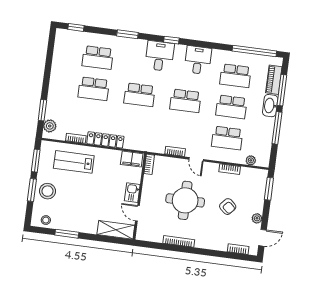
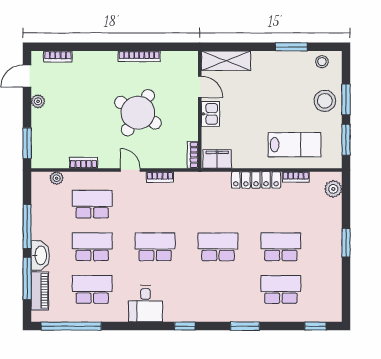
desk: (159, 56) -> (198, 303), removed
window: (42, 110) -> (346, 243), moved
round table: (185, 200) -> (138, 113), turned 31
armchair: (228, 207) -> (79, 112), removed

